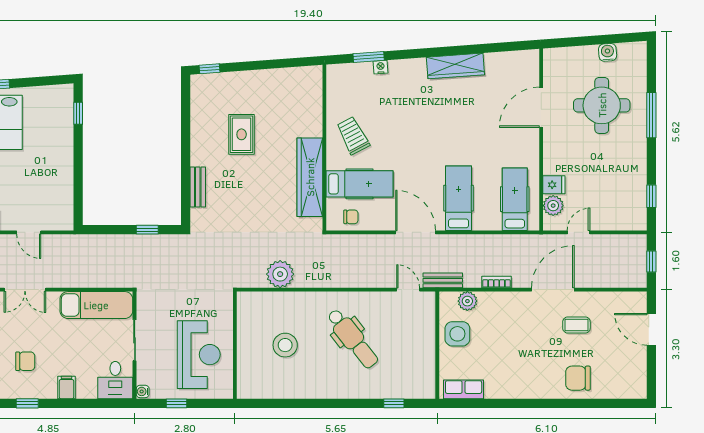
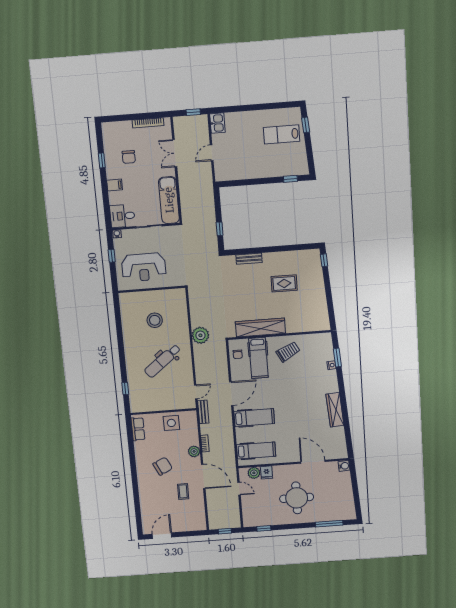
water cooler: (608, 52) -> (344, 466), moved
round table: (602, 105) -> (297, 498), moved
window: (651, 115) -> (329, 524), moved
plant: (280, 274) -> (200, 335), moved
plant: (467, 301) -> (194, 451), moved
door: (651, 329) -> (162, 536), moved
chair: (578, 378) -> (163, 466), moved, turned 64

